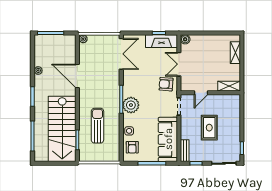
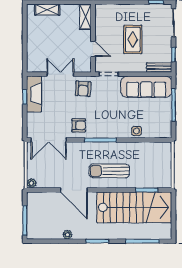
boiler: (185, 39) -> (32, 67), removed
double door: (121, 54) -> (49, 140), swing flipped
double door: (179, 64) -> (60, 74), swing flipped
door: (77, 76) -> (74, 190), hinge flipped
plant: (131, 105) -> (107, 129), removed
sun lounger: (97, 126) -> (109, 171), moved
rug: (209, 128) -> (133, 39), turned 90
armchair: (132, 147) -> (79, 125), moved

